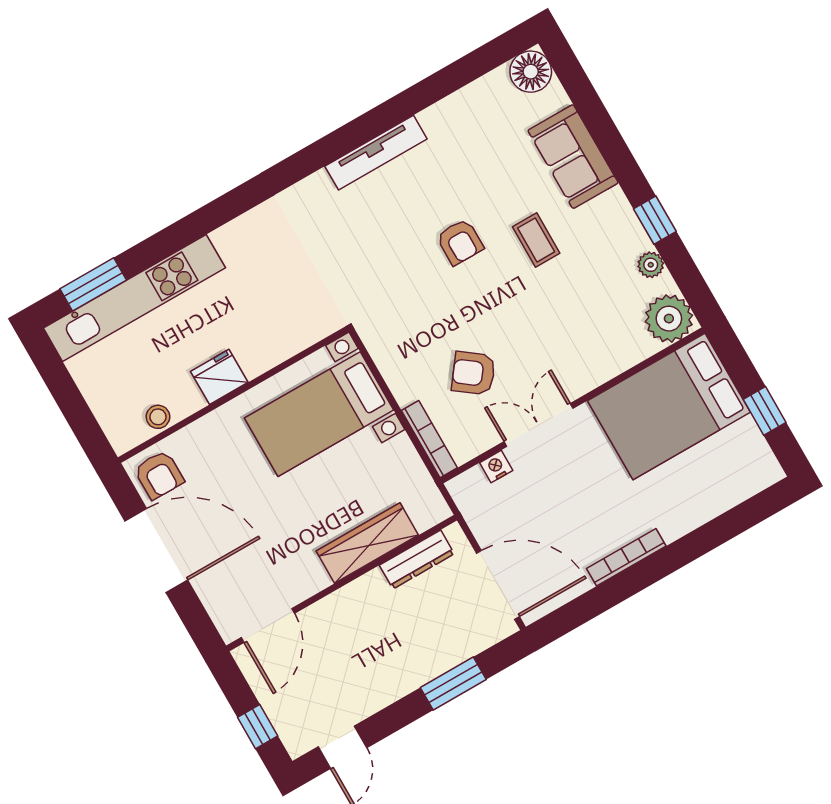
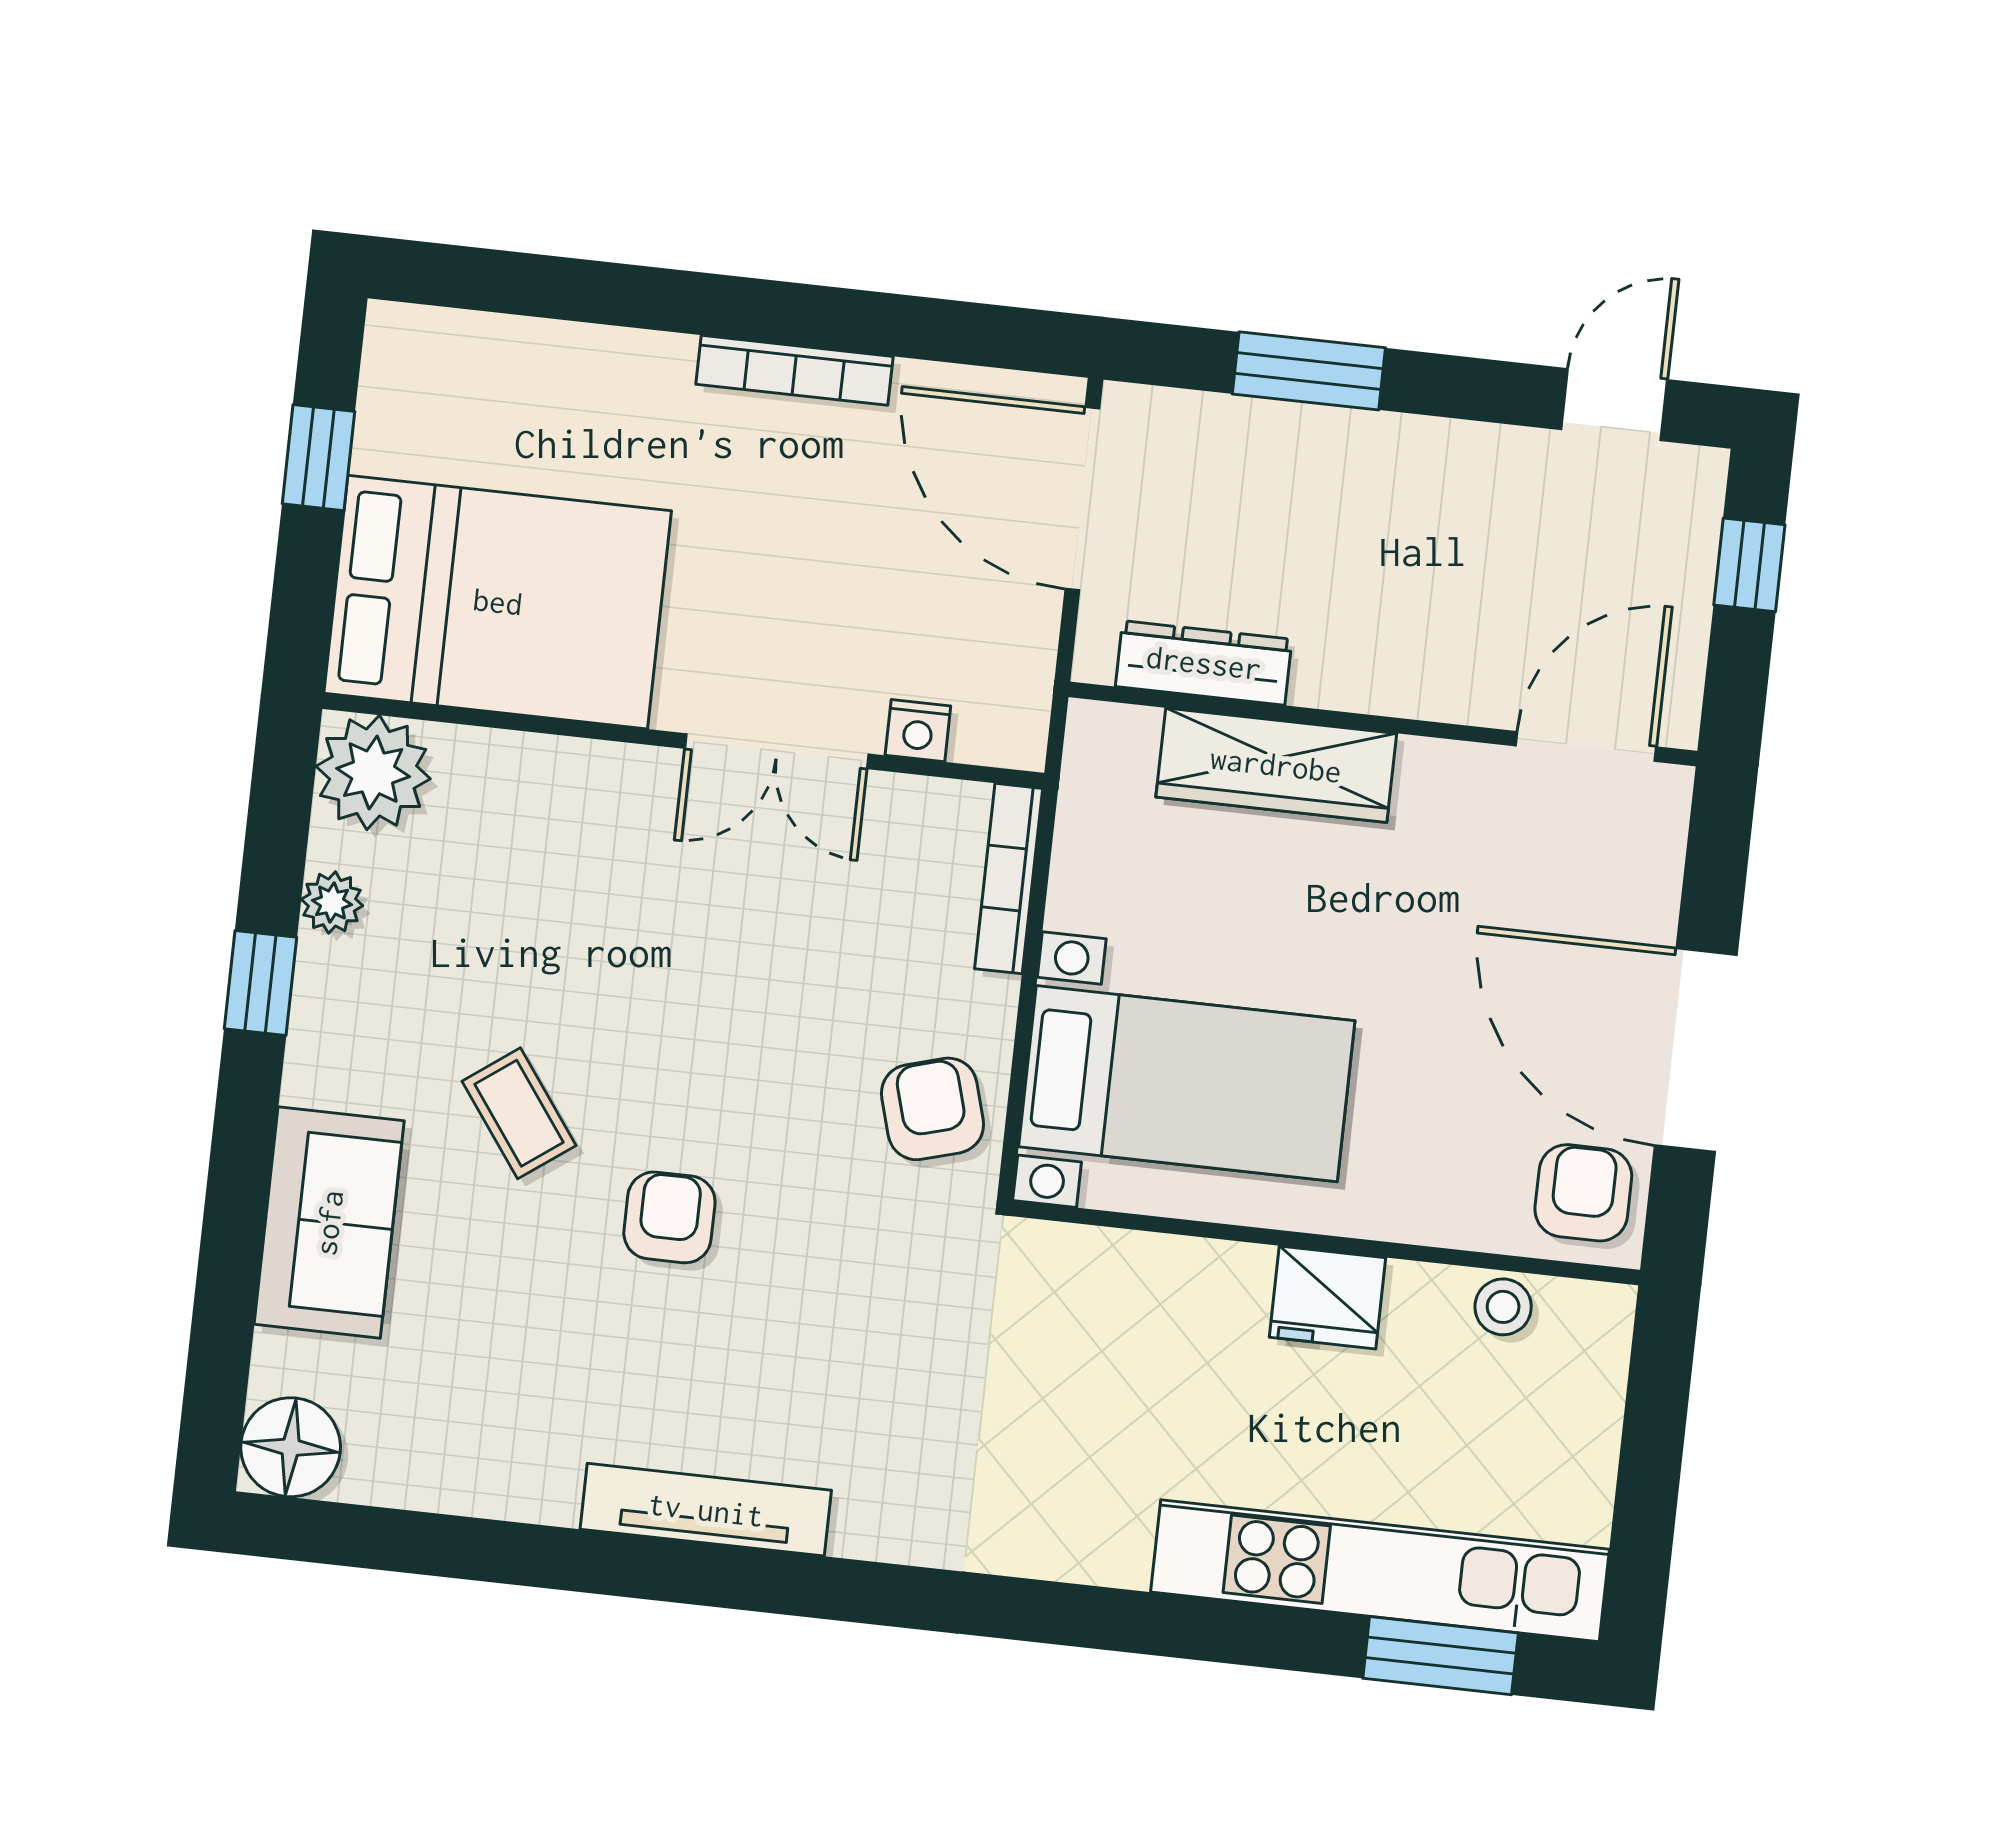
coffee table: (536, 240) -> (519, 1113), turned -36
armchair: (474, 373) -> (933, 1109), moved, turned -143

